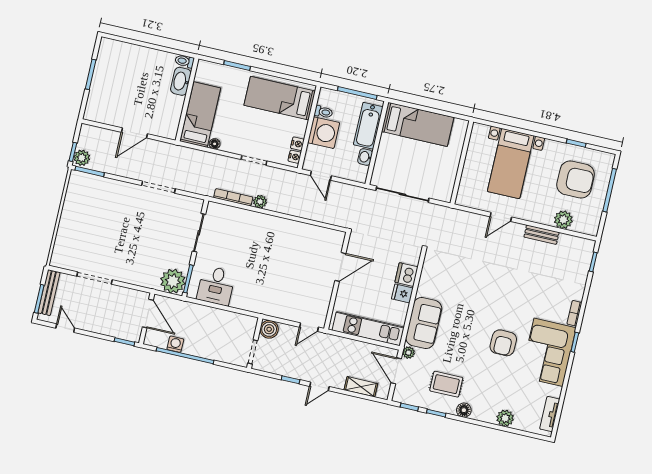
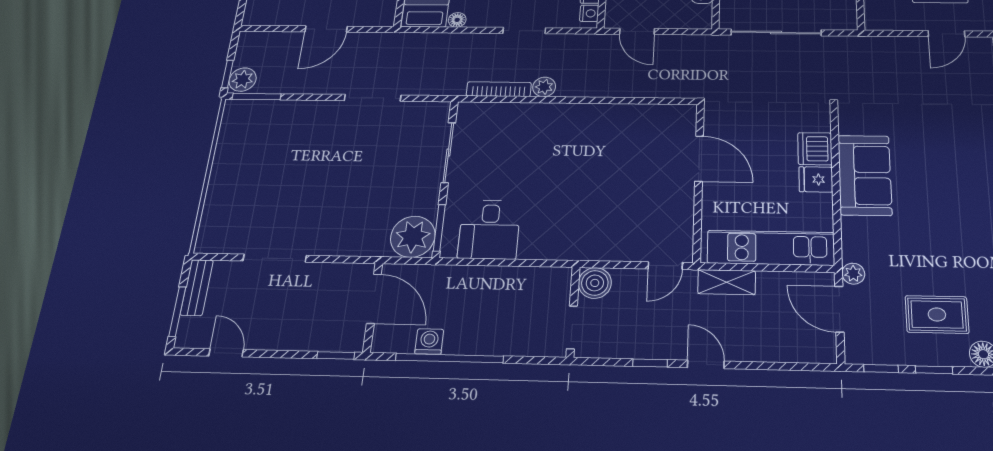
door: (340, 267) -> (699, 159), hinge flipped
bench: (49, 293) -> (197, 287), width x0.73
sofa: (424, 323) -> (865, 175), moved
door: (319, 386) -> (706, 364), swing flipped
shelving: (361, 387) -> (727, 282), moved

